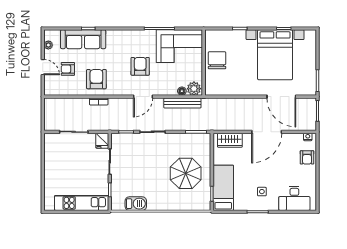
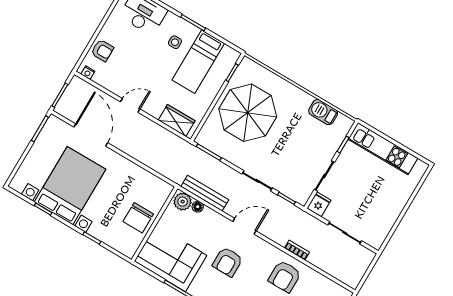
door: (267, 132) -> (130, 105), width x0.53
armchair: (307, 157) -> (102, 50), turned 90
parasol: (186, 173) -> (248, 113), width x1.36, depth x1.36
bed: (223, 188) -> (198, 62), moved

